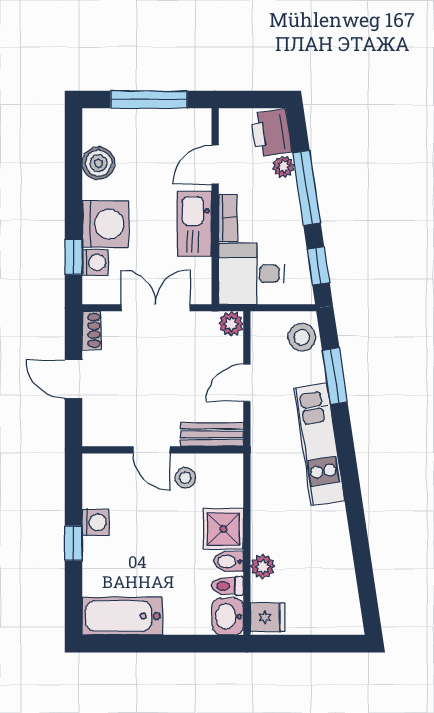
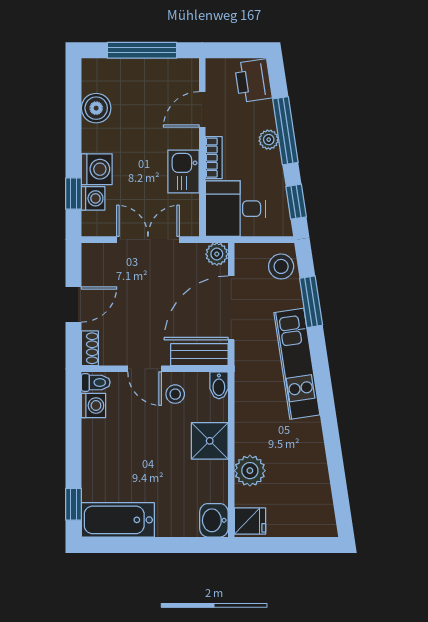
plant: (284, 166) -> (269, 140), moved
washing machine: (105, 224) -> (97, 169), width x0.73, depth x0.73
kitchen sink: (194, 224) -> (183, 171), width x0.73
shoe rack: (92, 330) -> (90, 348), moved
door: (74, 379) -> (74, 304), swing flipped
door: (247, 383) -> (231, 308), width x1.87
washing machine: (96, 522) -> (94, 406), moved
window: (74, 543) -> (74, 504), moved
bidet: (229, 562) -> (219, 385), moved, turned -90
plant: (263, 566) -> (250, 471), width x1.38, depth x1.38
toilet: (228, 586) -> (96, 382), moved, turned 180

